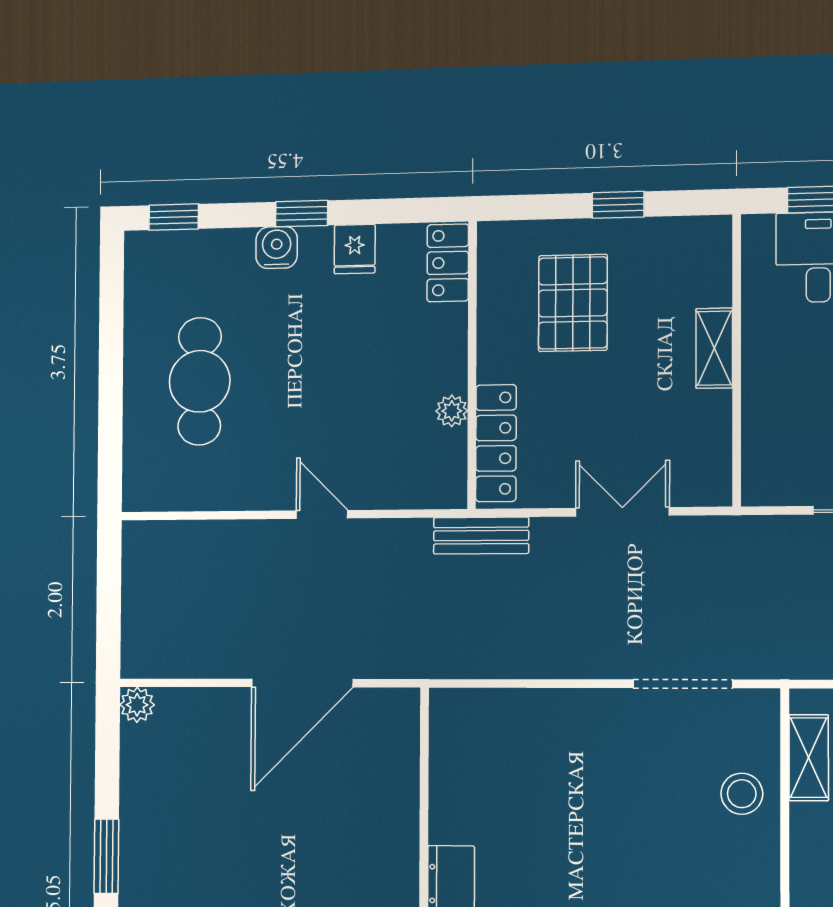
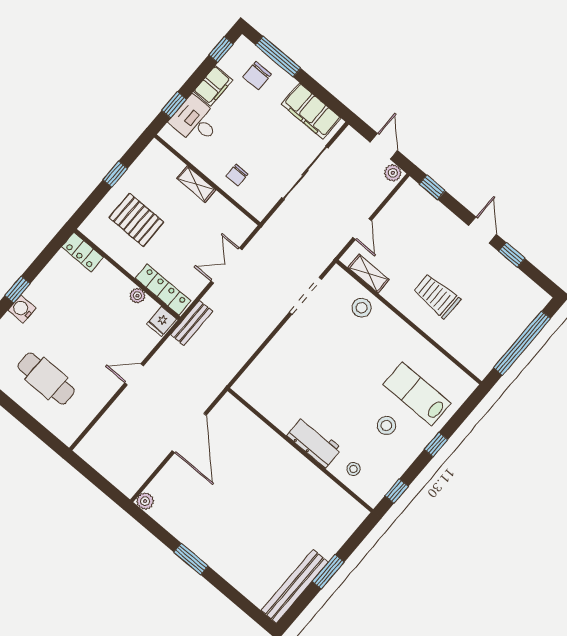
fridge: (355, 249) -> (161, 321), moved, turned 90
chair: (787, 401) -> (237, 175), added

